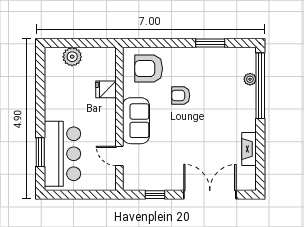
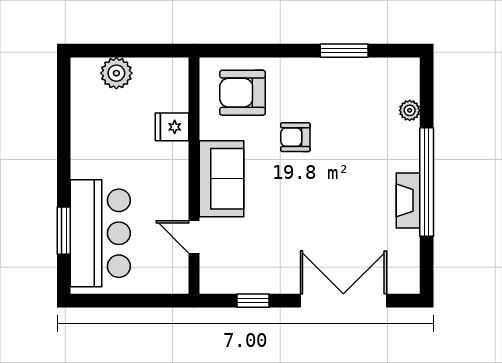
window: (260, 86) -> (427, 182), moved
fireplace: (249, 149) -> (408, 200), moved

